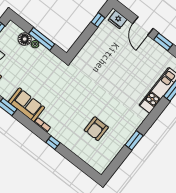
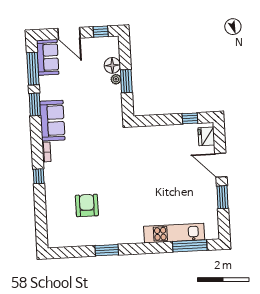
door: (143, 26) -> (221, 165), hinge flipped
window: (42, 39) -> (126, 81), width x0.69
armchair: (96, 129) -> (87, 205), turned 90

